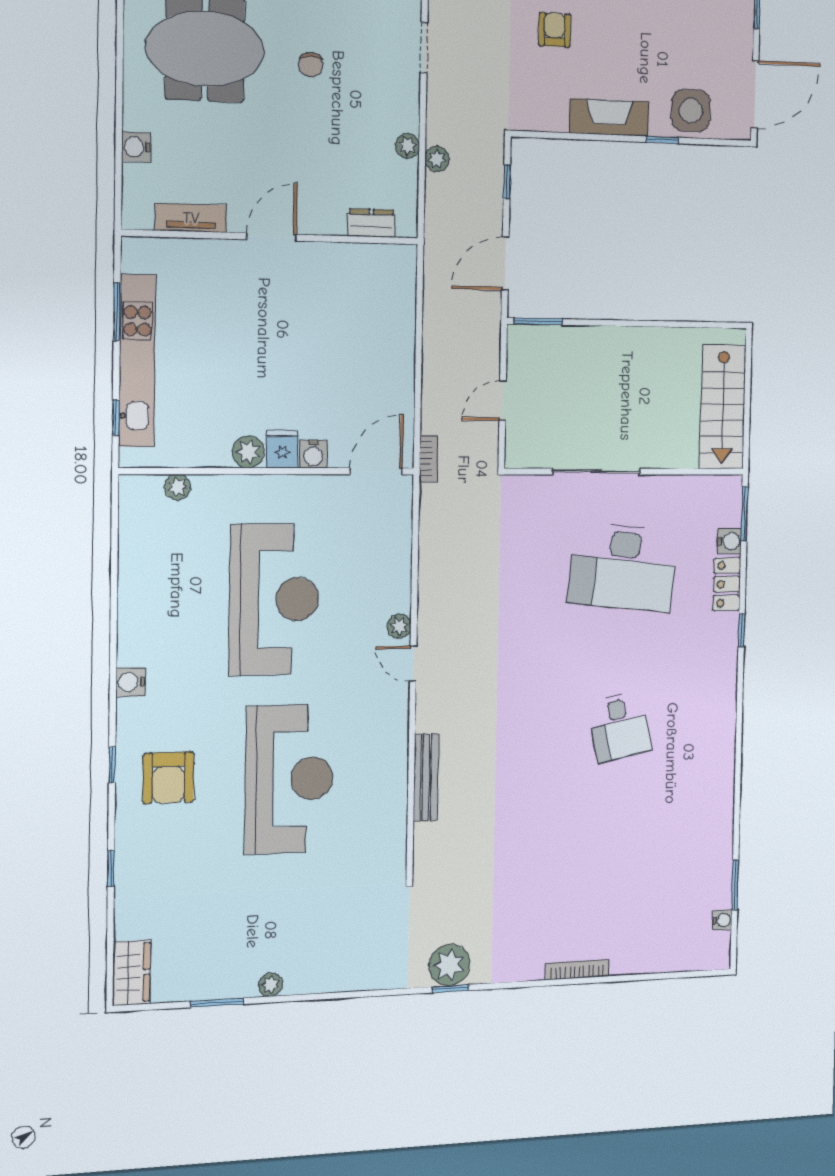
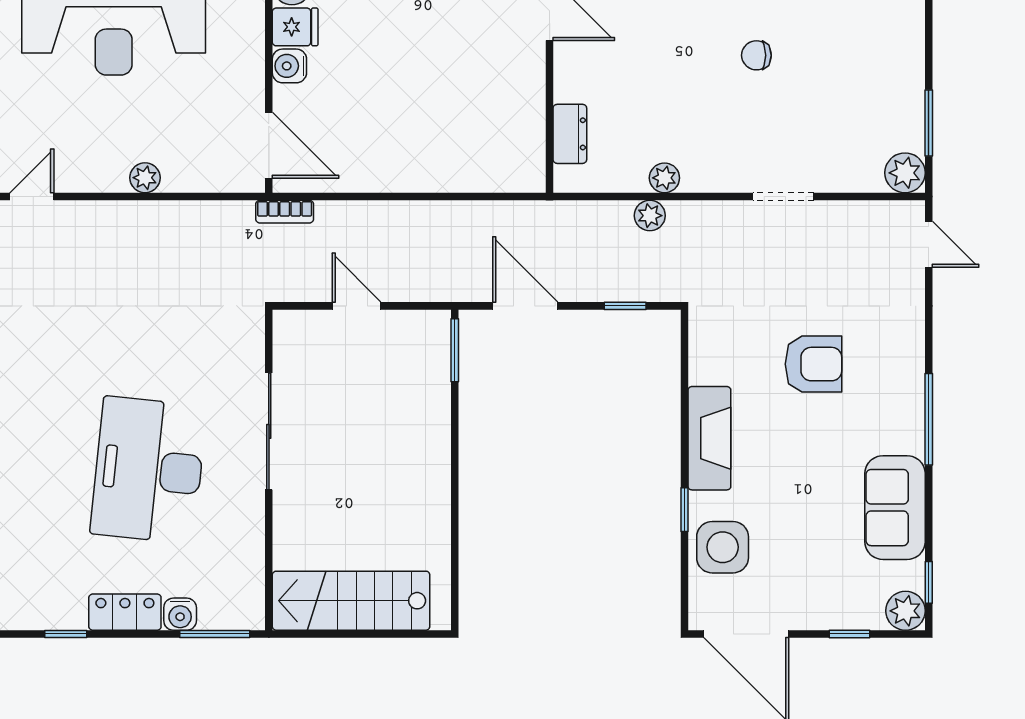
armchair: (555, 30) -> (813, 364), width x1.38, depth x1.38
plant: (399, 626) -> (145, 178), moved

